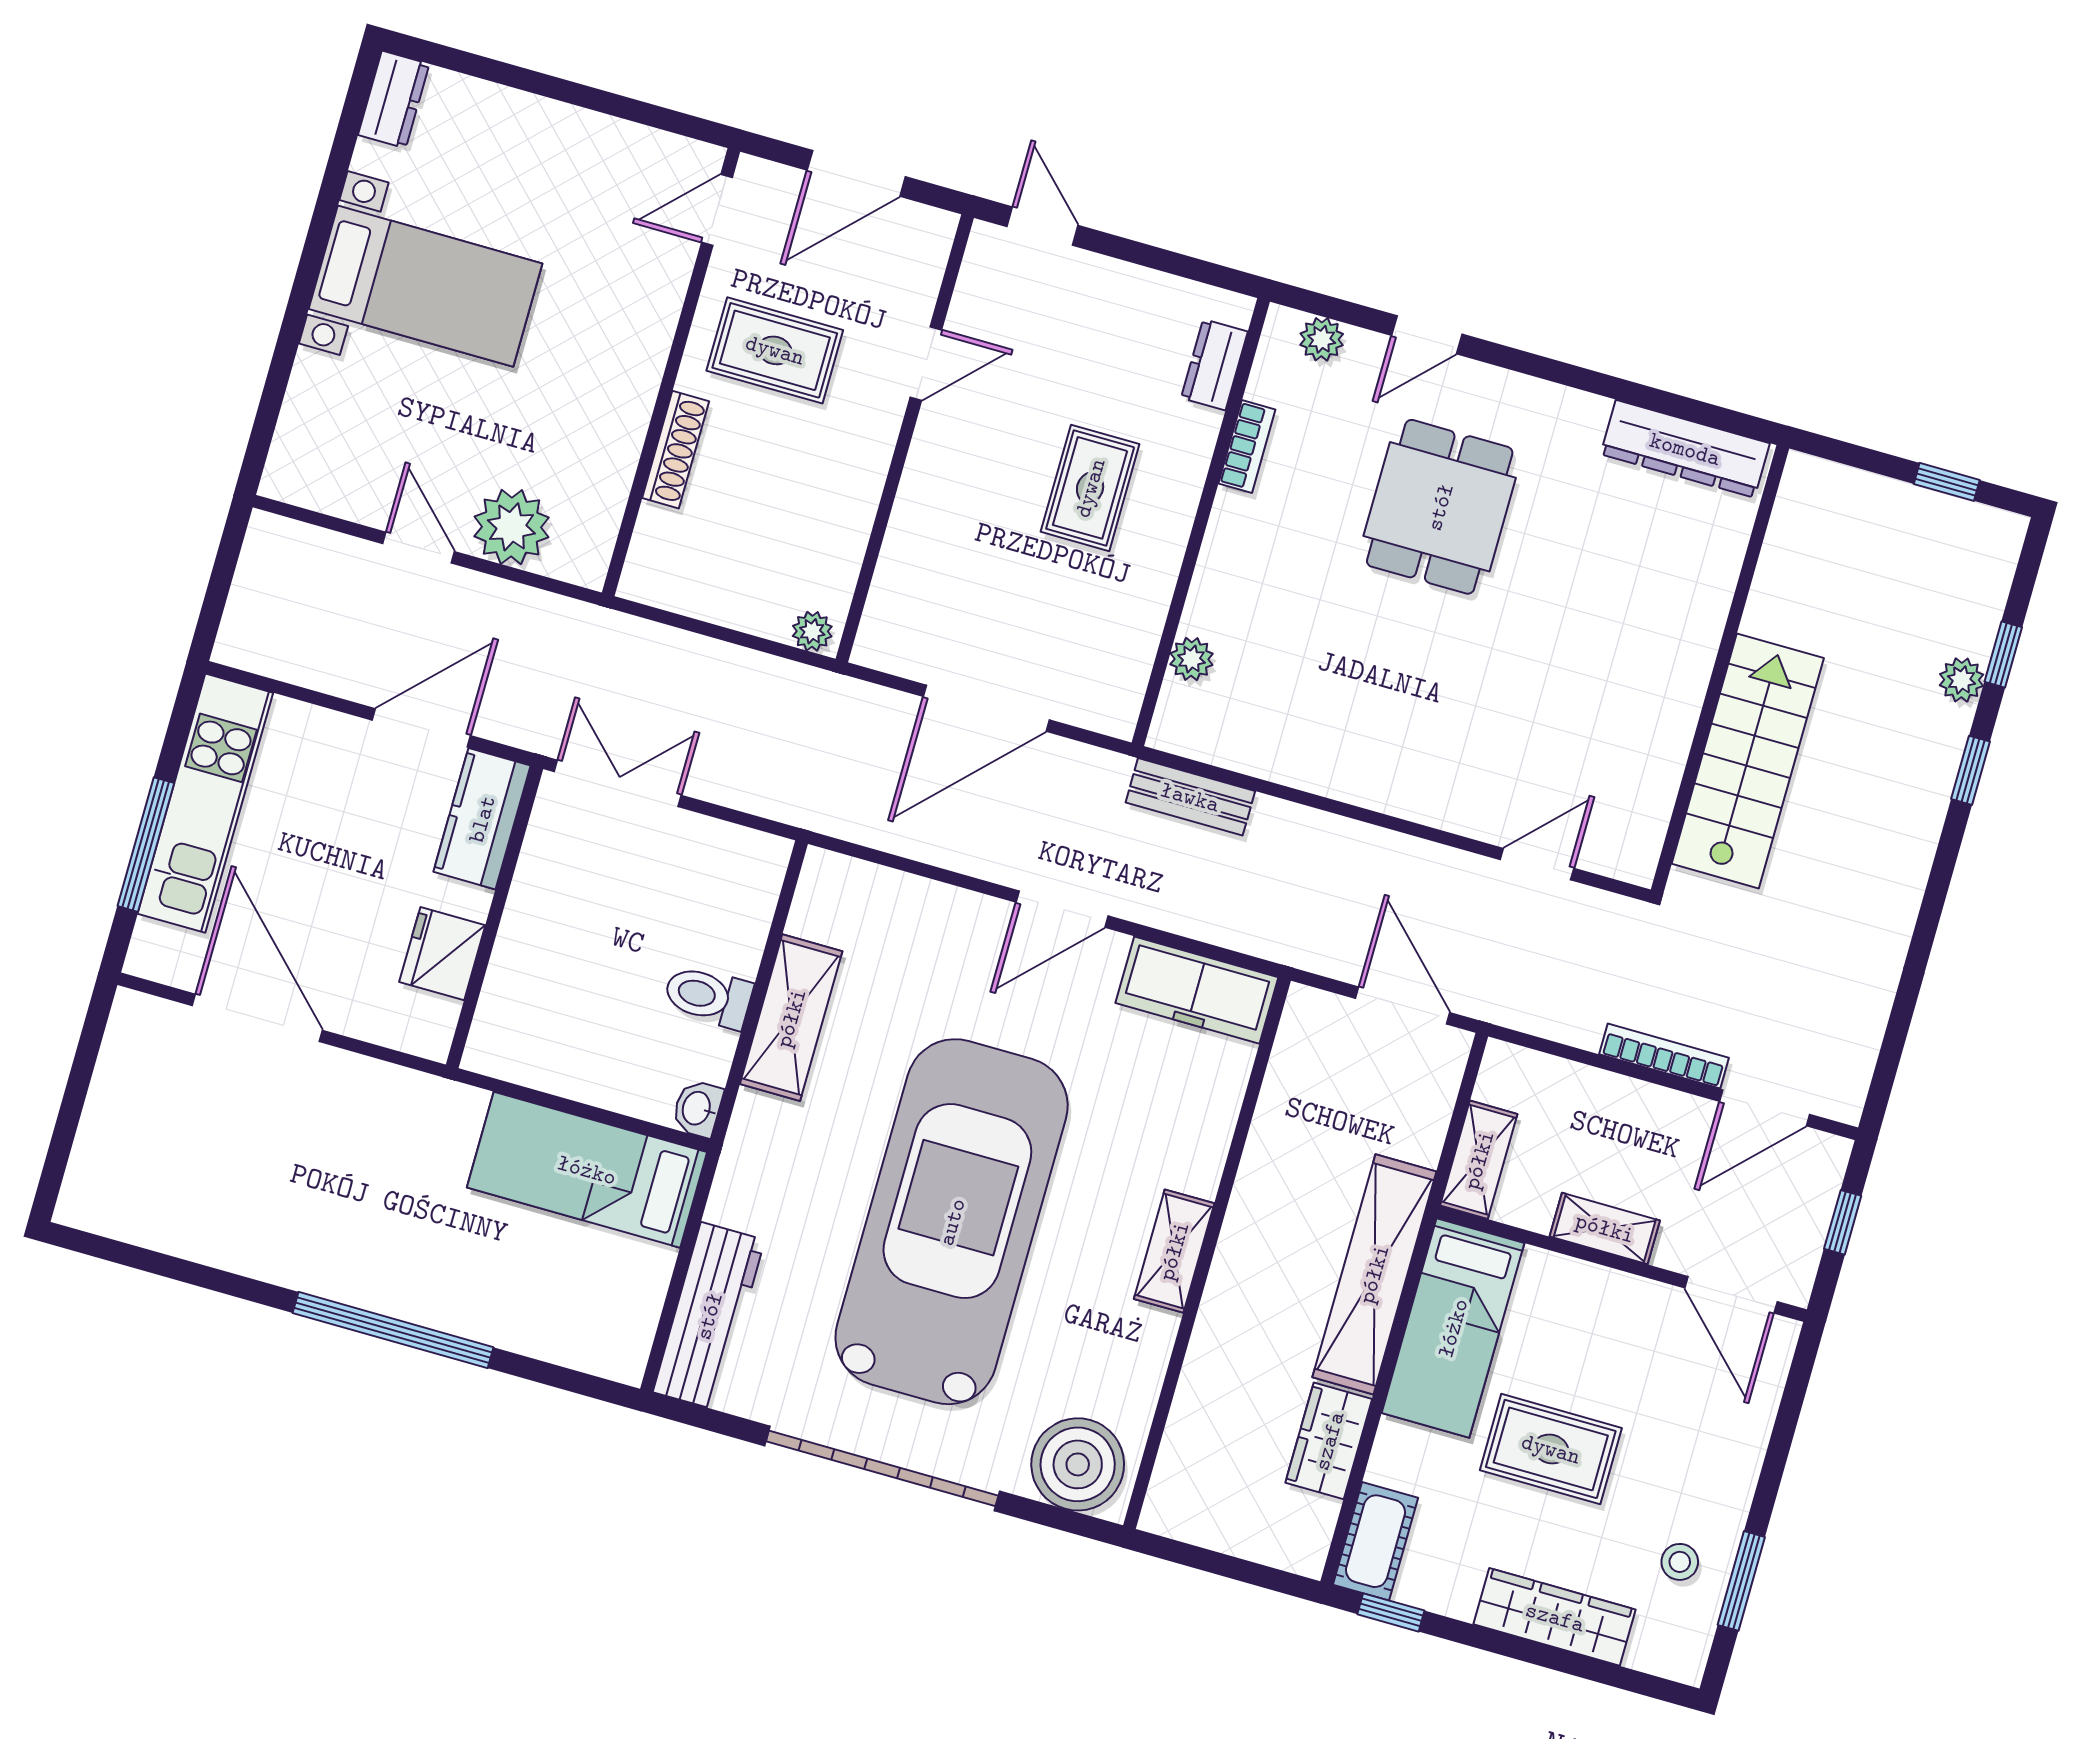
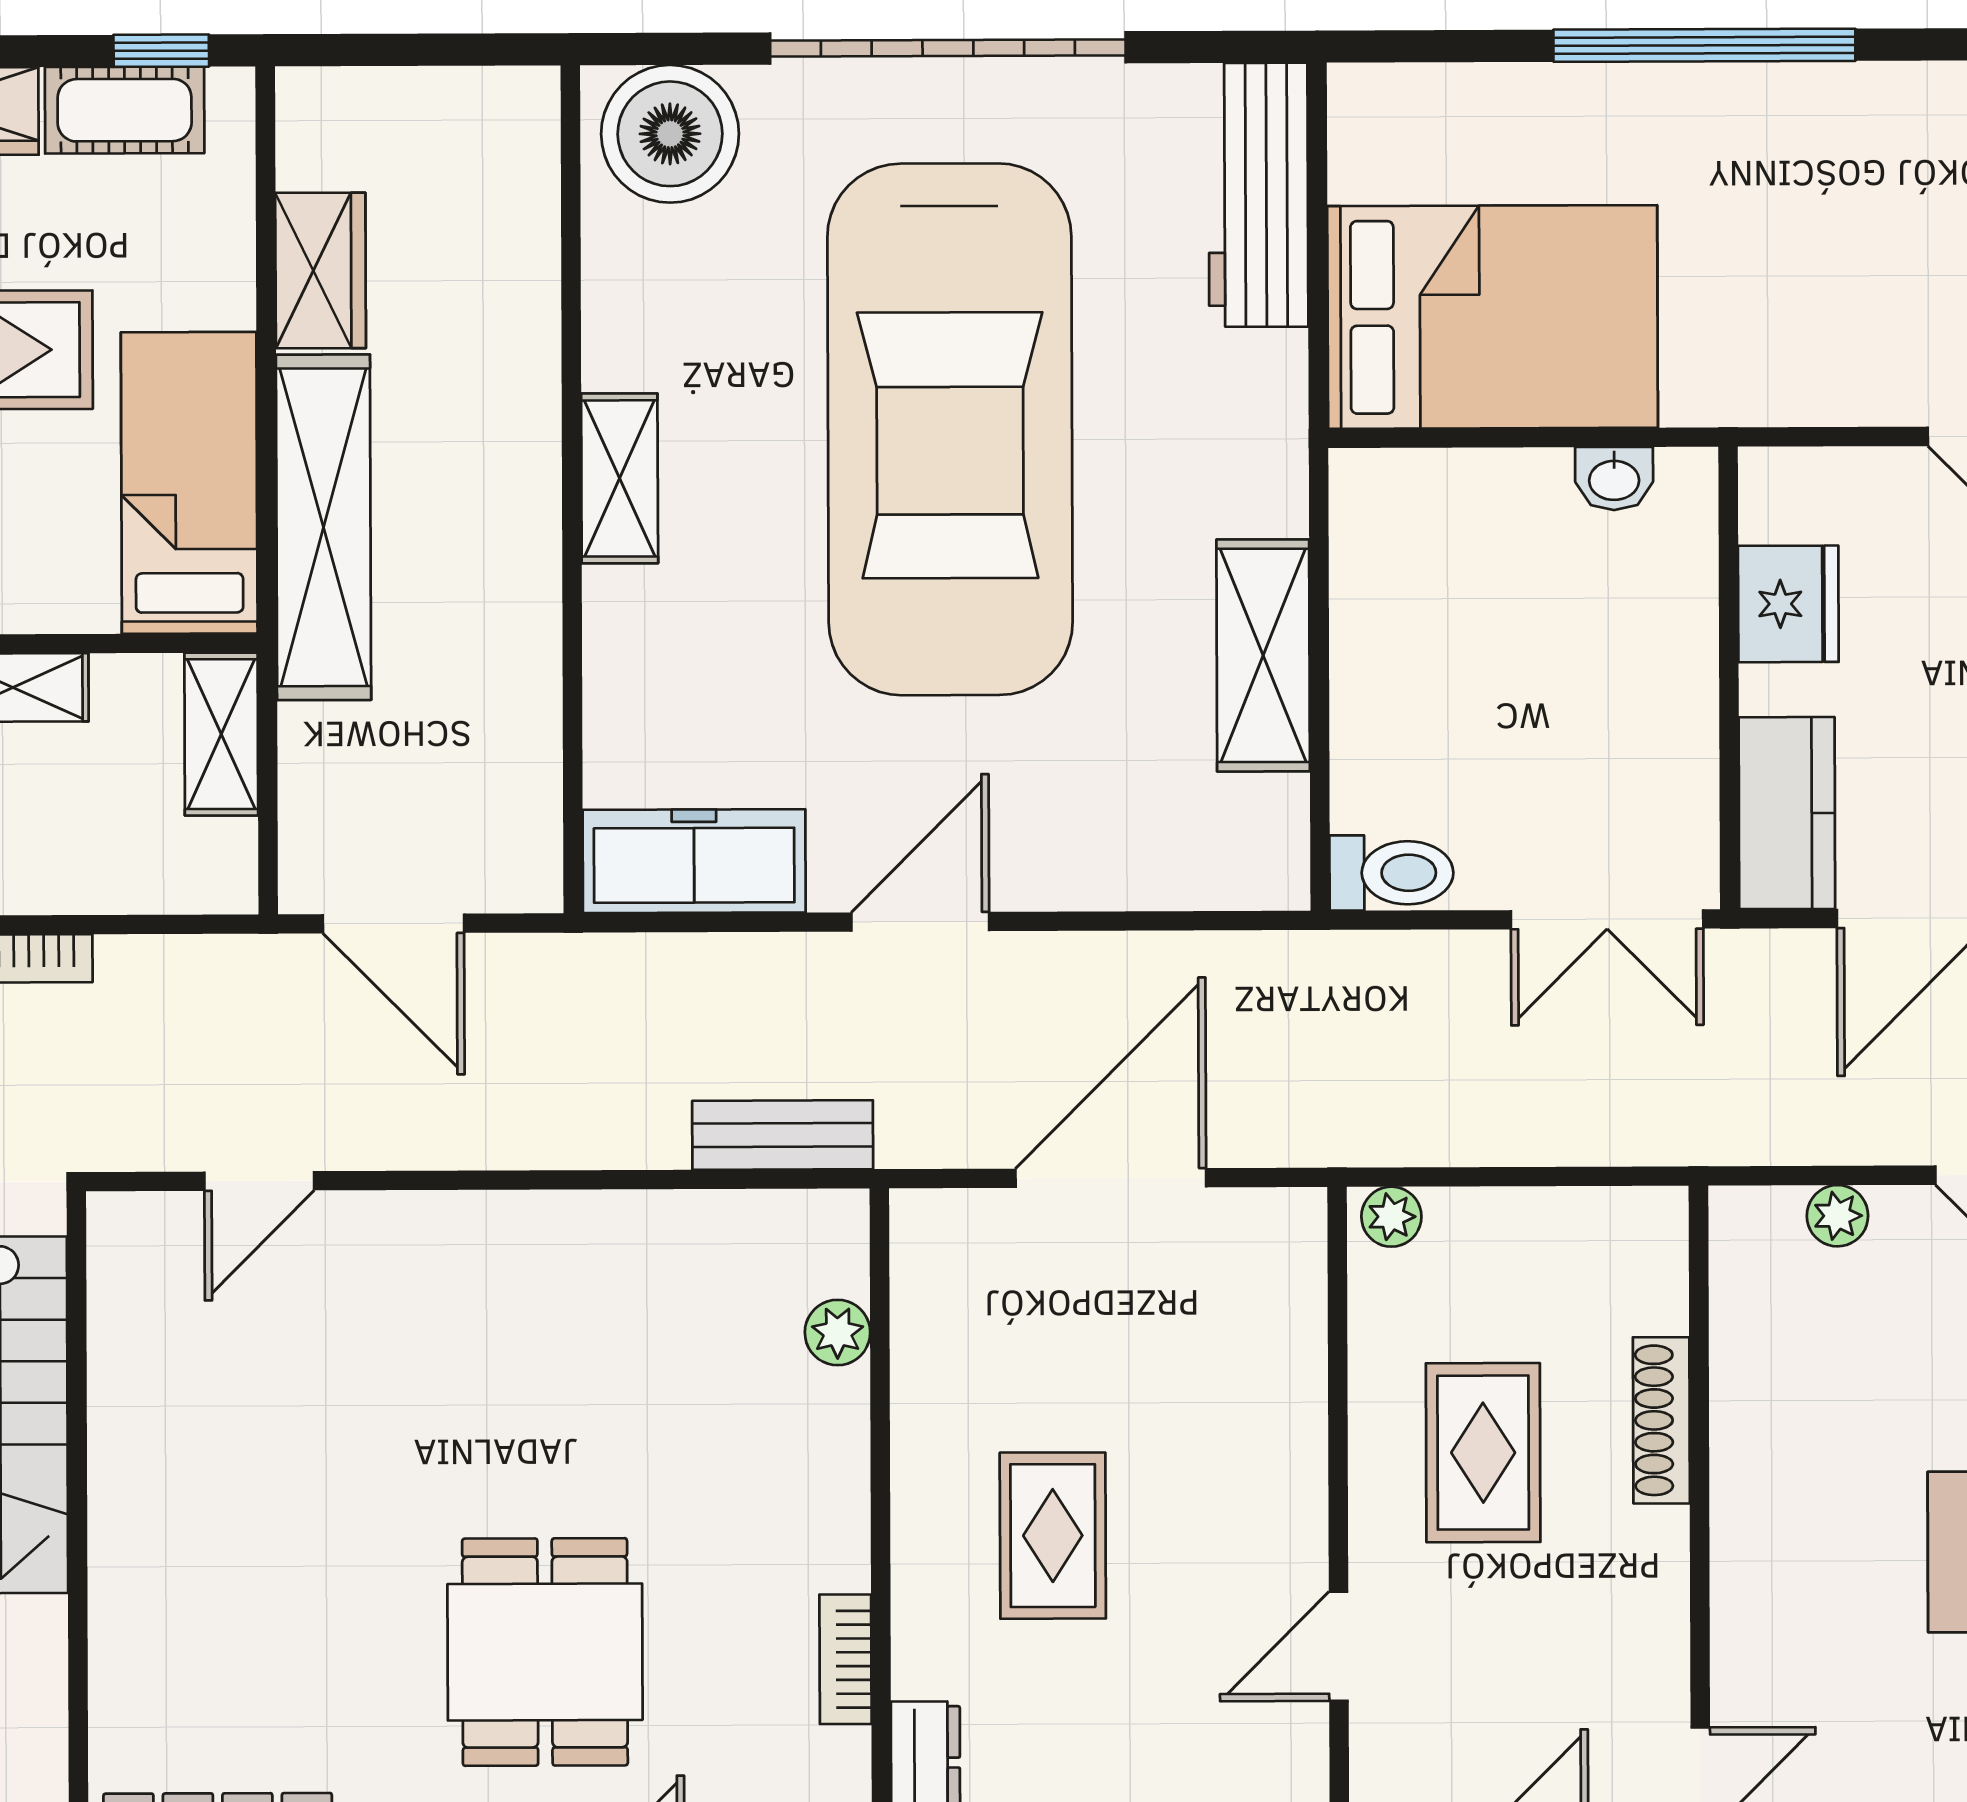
rug: (775, 350) -> (1483, 1453), moved, turned 90
plant: (511, 527) -> (1837, 1216), width x0.53, depth x0.53
toilet: (708, 996) -> (1391, 873), moved
washbasin: (698, 1109) -> (1614, 479), moved, turned 90
bed: (587, 1170) -> (1493, 317), width x1.50
cot: (1376, 1541) -> (125, 110), moved, turned 90

